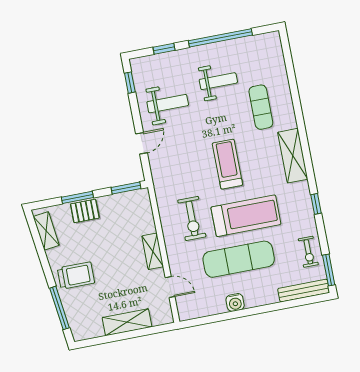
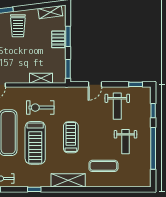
door: (141, 143) -> (95, 84), hinge flipped
treadmill: (227, 164) -> (71, 137), turned -90
shelving: (153, 251) -> (41, 78), moved

